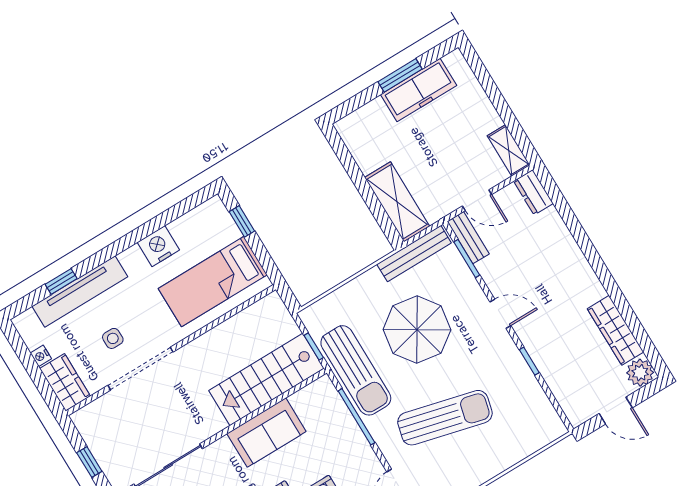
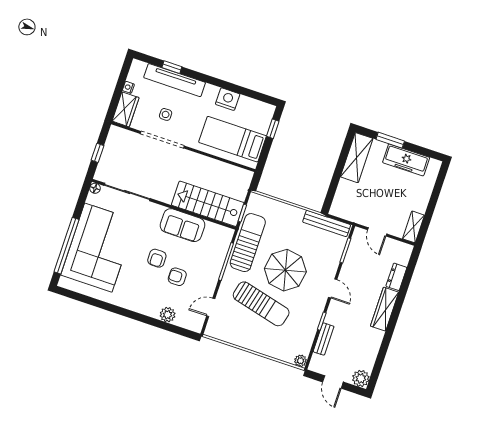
window: (400, 75) -> (390, 140), moved
dresser: (533, 192) -> (396, 277), moved
shelving: (397, 202) -> (357, 158), moved
bench: (468, 238) -> (324, 339), moved
parasol: (417, 330) -> (285, 270), moved
wardrobe: (615, 330) -> (385, 309), moved
sun lounger: (356, 370) -> (248, 243), turned 180
plant: (556, 428) -> (300, 361), added

